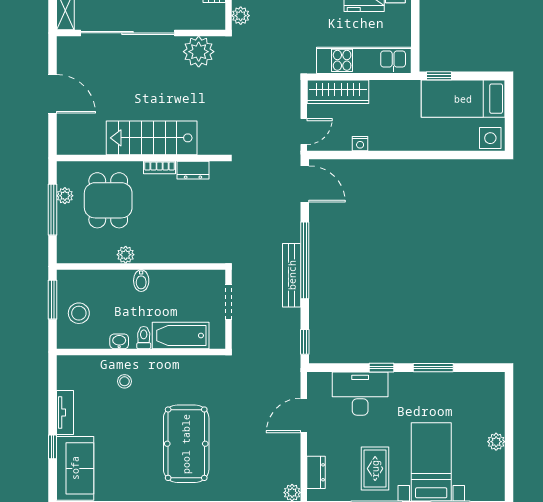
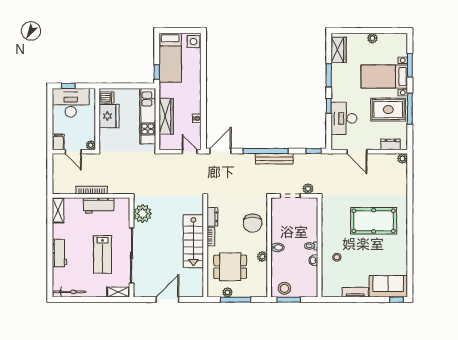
plant: (241, 16) -> (308, 189), moved
wardrobe: (338, 92) -> (166, 116), moved
chair: (182, 238) -> (253, 223), added
stool: (79, 313) -> (284, 288), moved
bathtub: (181, 335) -> (310, 224), removed
wardrobe: (476, 384) -> (339, 50), added
window: (52, 447) -> (396, 300), moved
rug: (375, 469) -> (388, 110), width x1.36, depth x1.43

